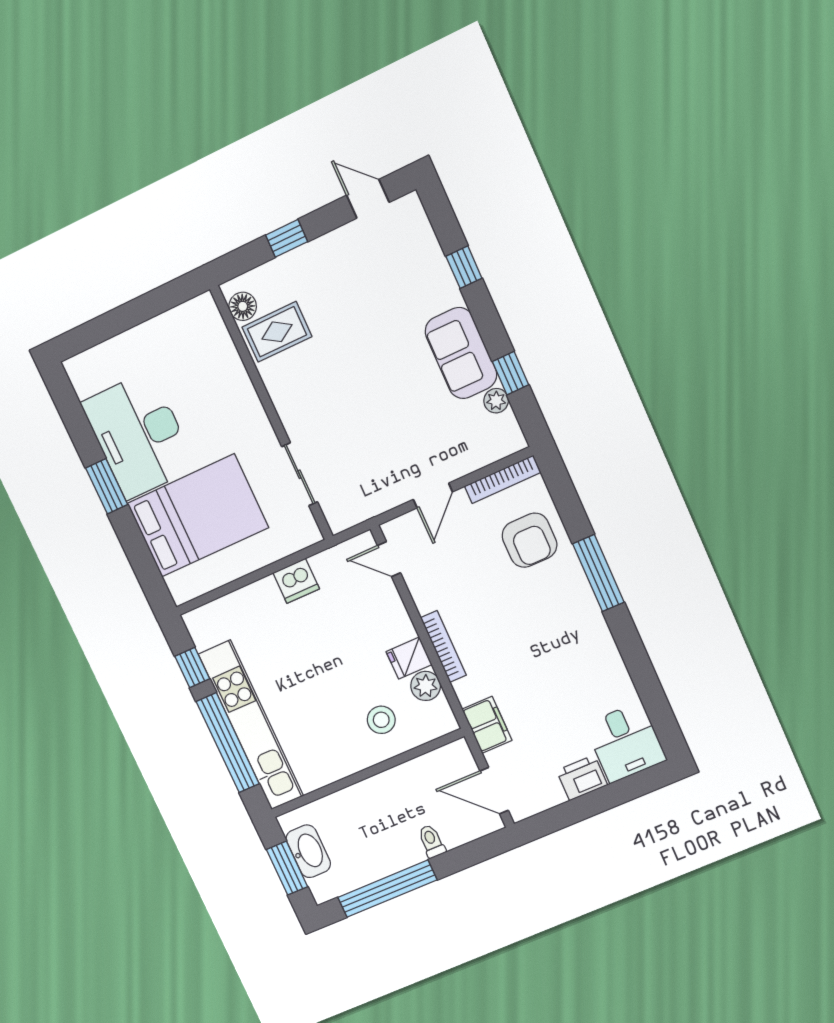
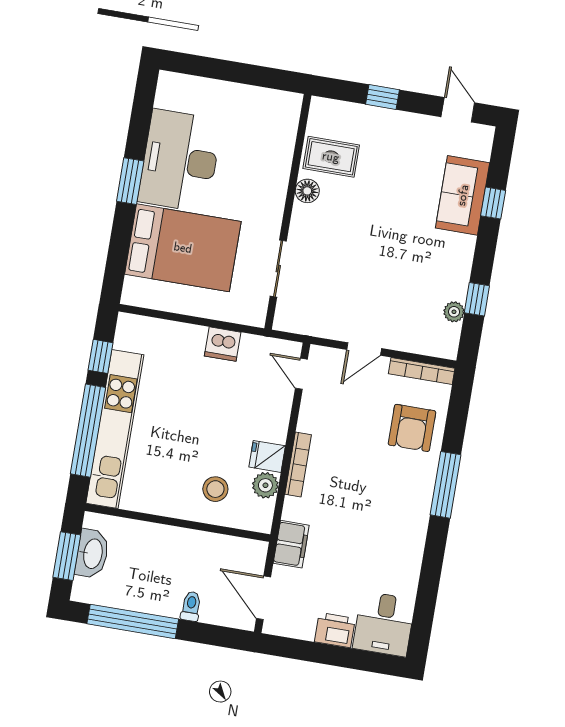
floor lamp: (243, 306) -> (307, 191), moved
sofa: (461, 353) -> (463, 195), moved

